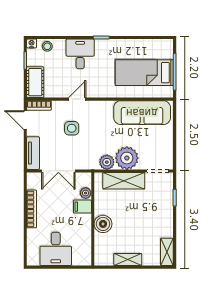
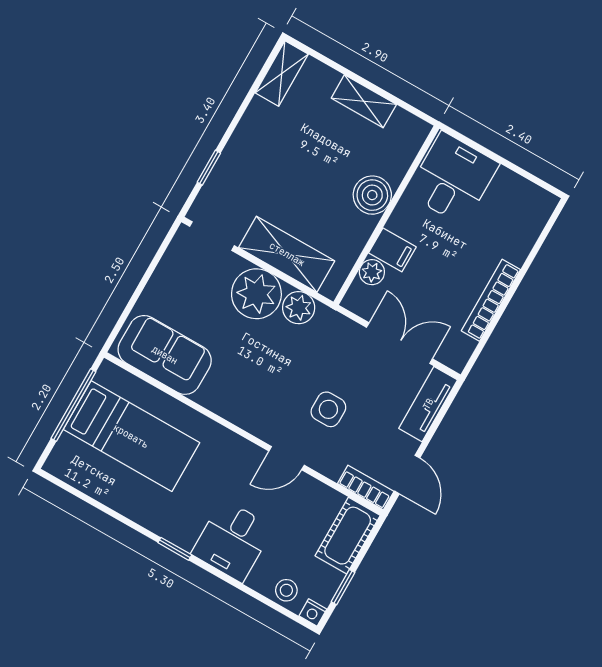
sofa: (142, 113) -> (165, 355), width x0.73
desk: (56, 249) -> (453, 179), moved

